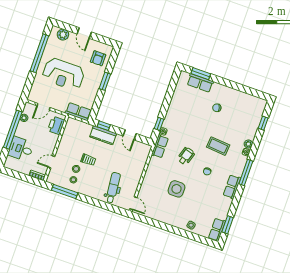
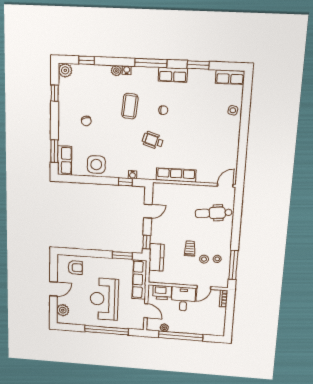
window: (39, 53) -> (106, 330), moved
reception desk: (63, 74) -> (104, 299), turned 180
window: (105, 81) -> (122, 255), moved
row of seats: (200, 83) -> (65, 160), moved
window: (246, 90) -> (55, 93), added
plant: (261, 104) -> (65, 70), added
row of seats: (78, 112) -> (139, 280), width x1.48
kitchen counter: (103, 135) -> (156, 257), moved
row of seats: (160, 146) -> (176, 175), moved, width x1.48
desk: (21, 149) -> (183, 299), moved, turned 180
door: (51, 162) -> (204, 288), hinge flipped
side table: (176, 189) -> (96, 165), moved
window: (228, 225) -> (198, 65), moved

